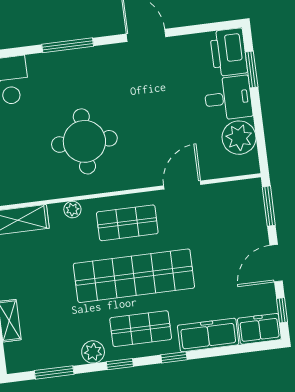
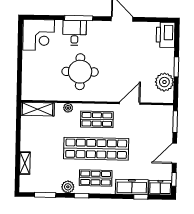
window: (252, 69) -> (176, 67), moved
desk: (228, 98) -> (74, 33), moved, turned -90
window: (174, 357) -> (141, 197), moved

